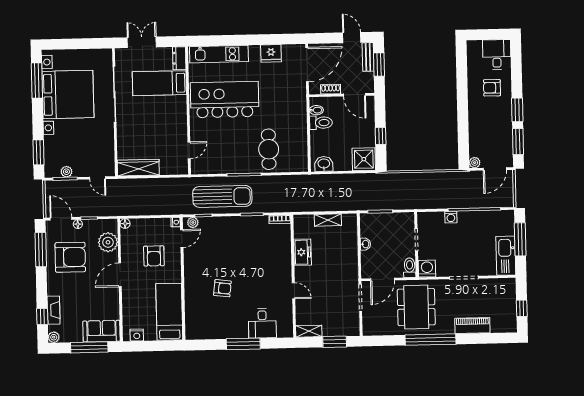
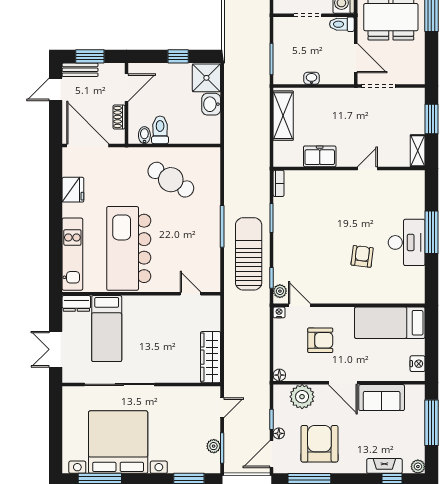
cafe table: (269, 149) -> (171, 180), moved, turned 32
washbasin: (324, 164) -> (211, 104), moved
shelving: (328, 220) -> (283, 116), width x1.50, depth x1.33
desk: (262, 323) -> (407, 242), moved, width x1.37
sofa: (102, 331) -> (382, 398), moved, turned -90

